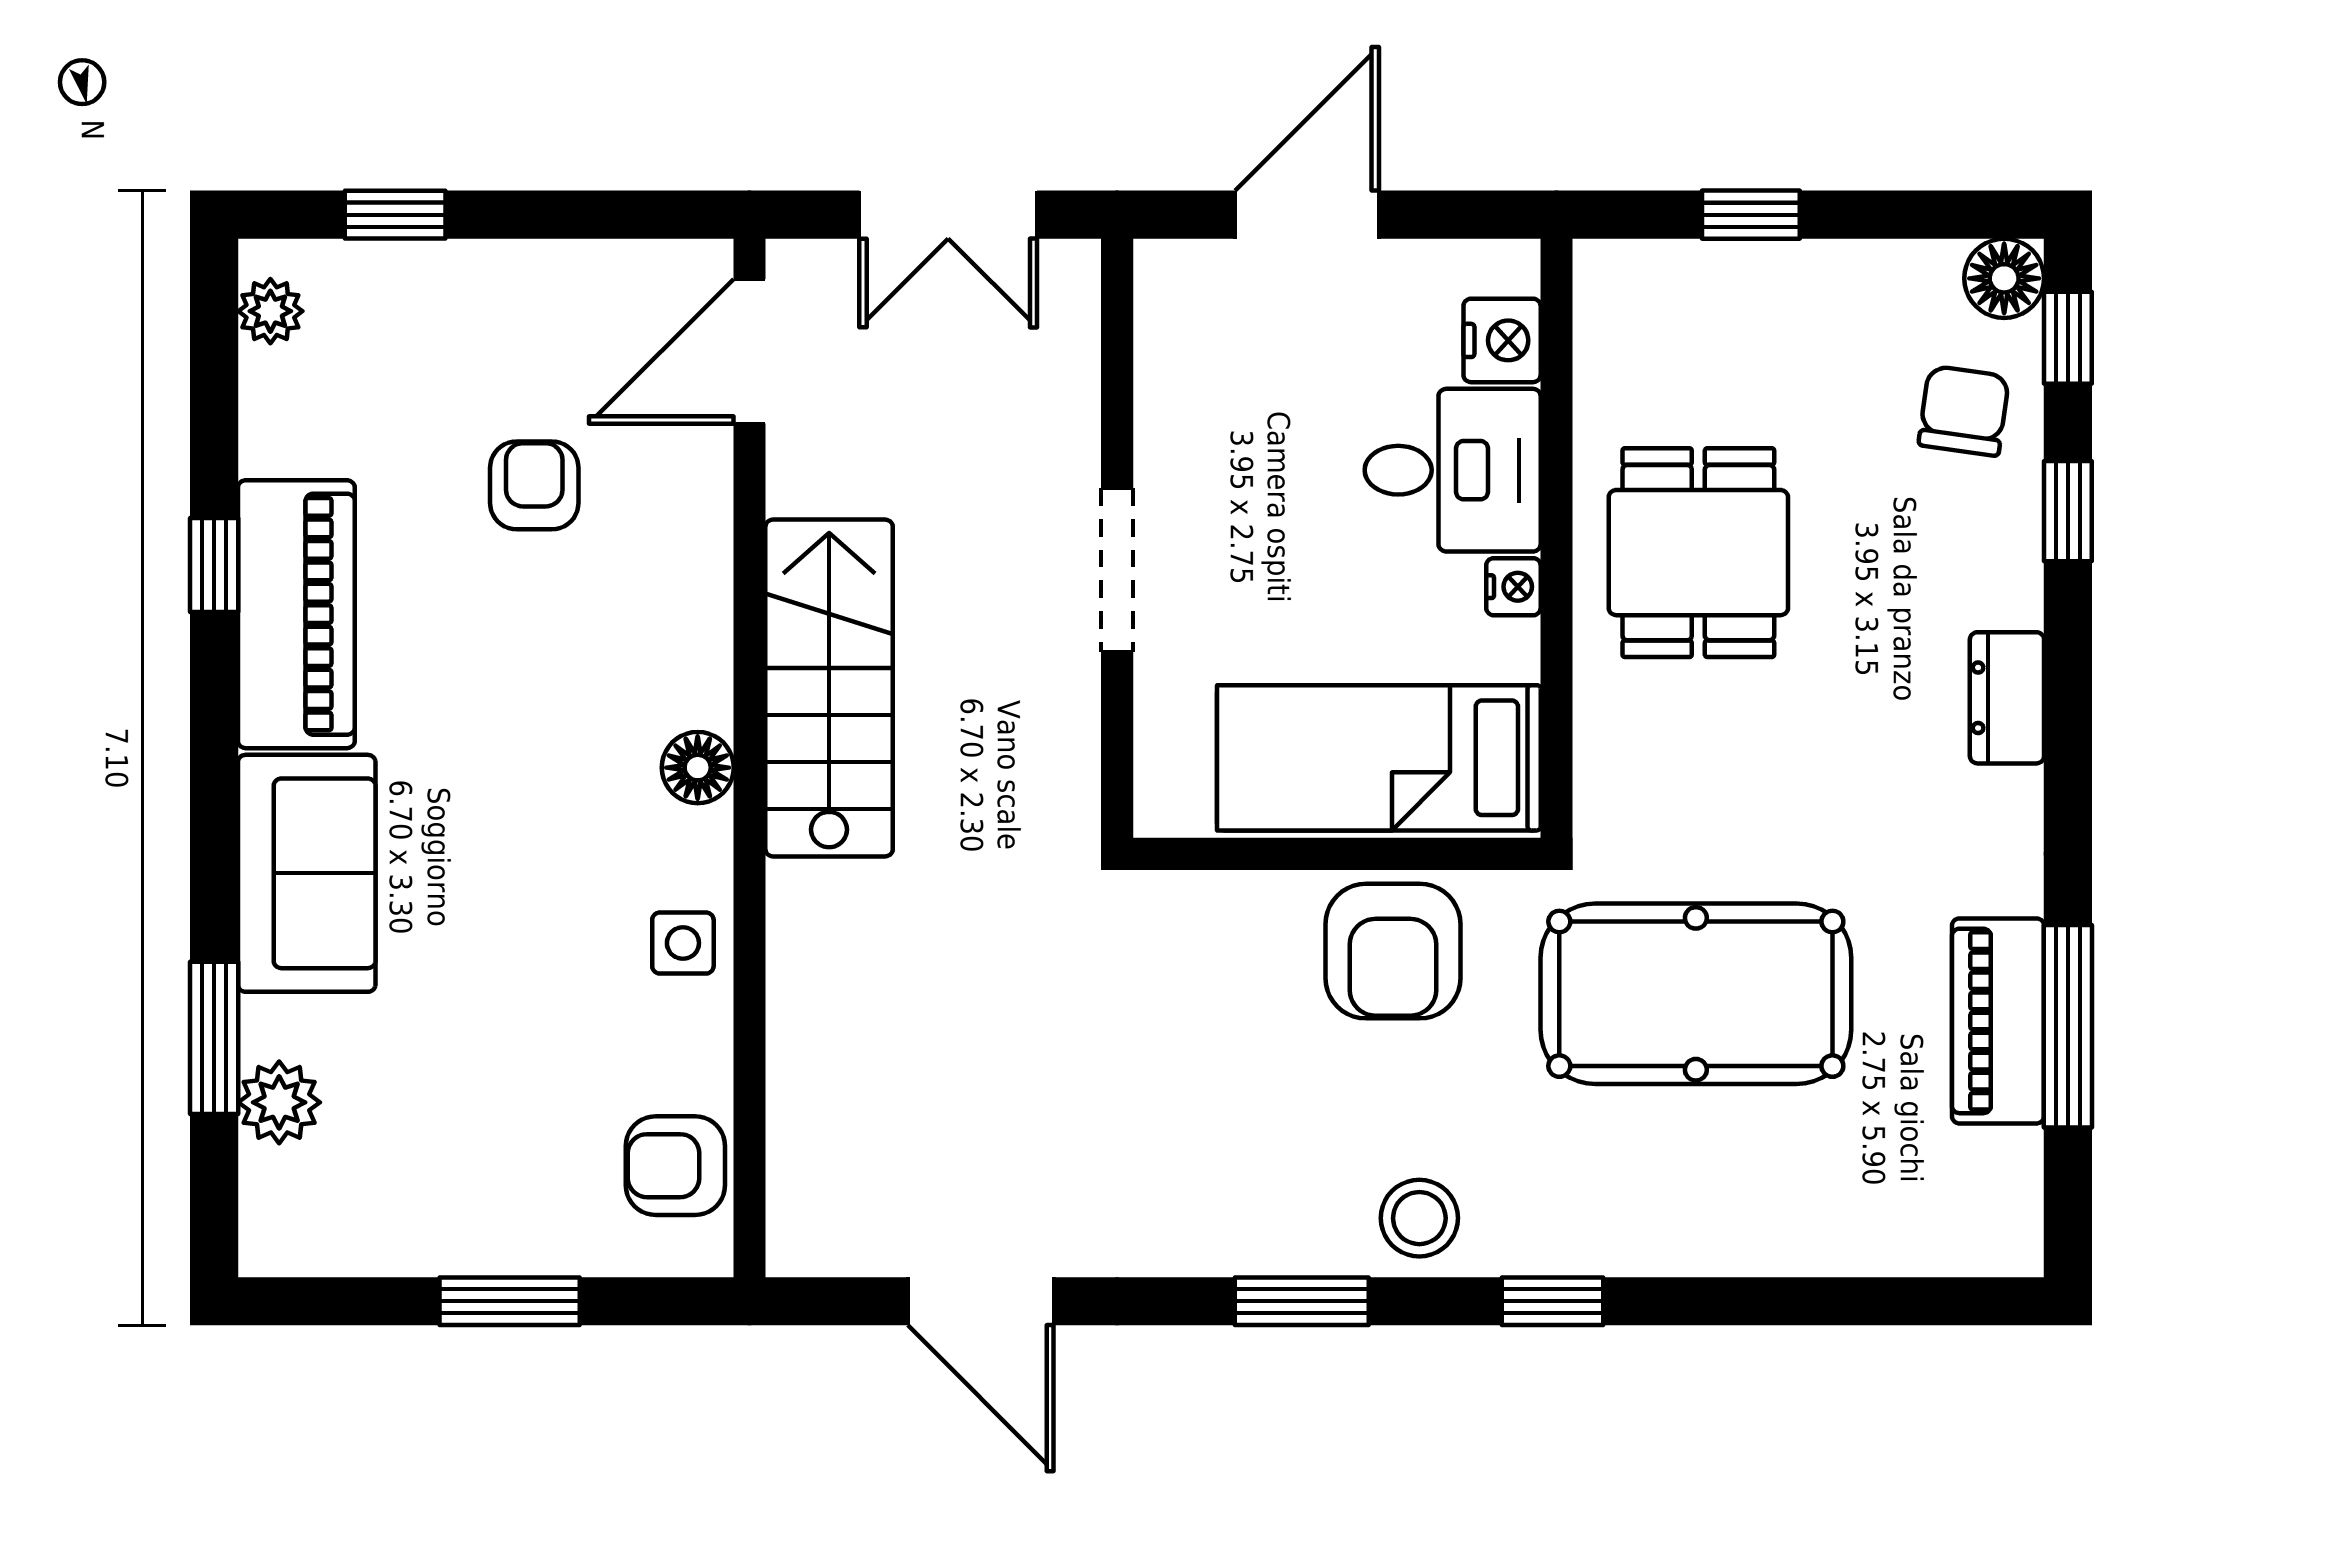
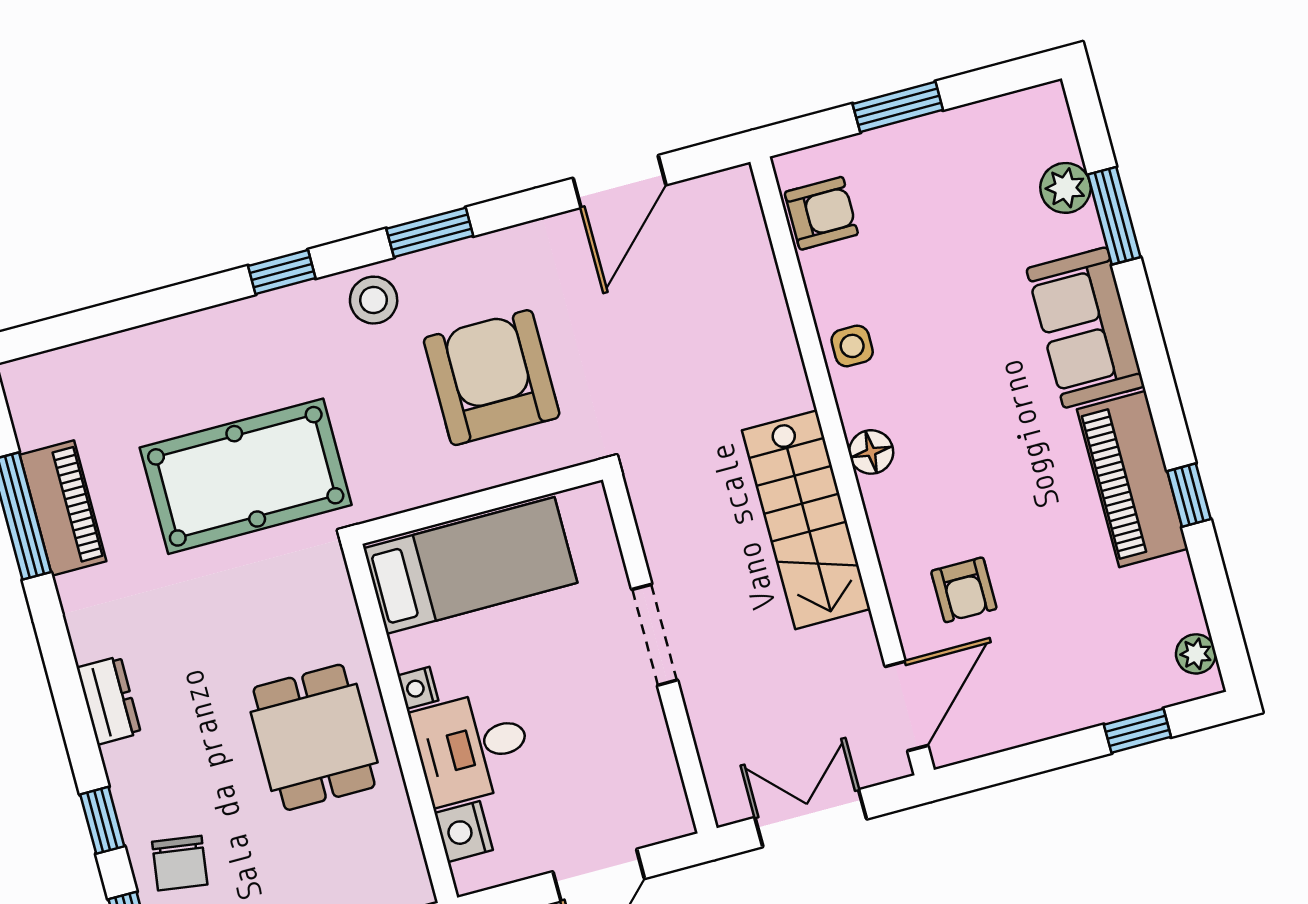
armchair: (534, 485) -> (964, 590), moved
armchair: (1393, 951) -> (492, 378), moved, width x1.36, depth x1.36
door: (981, 1301) -> (619, 181), swing flipped

